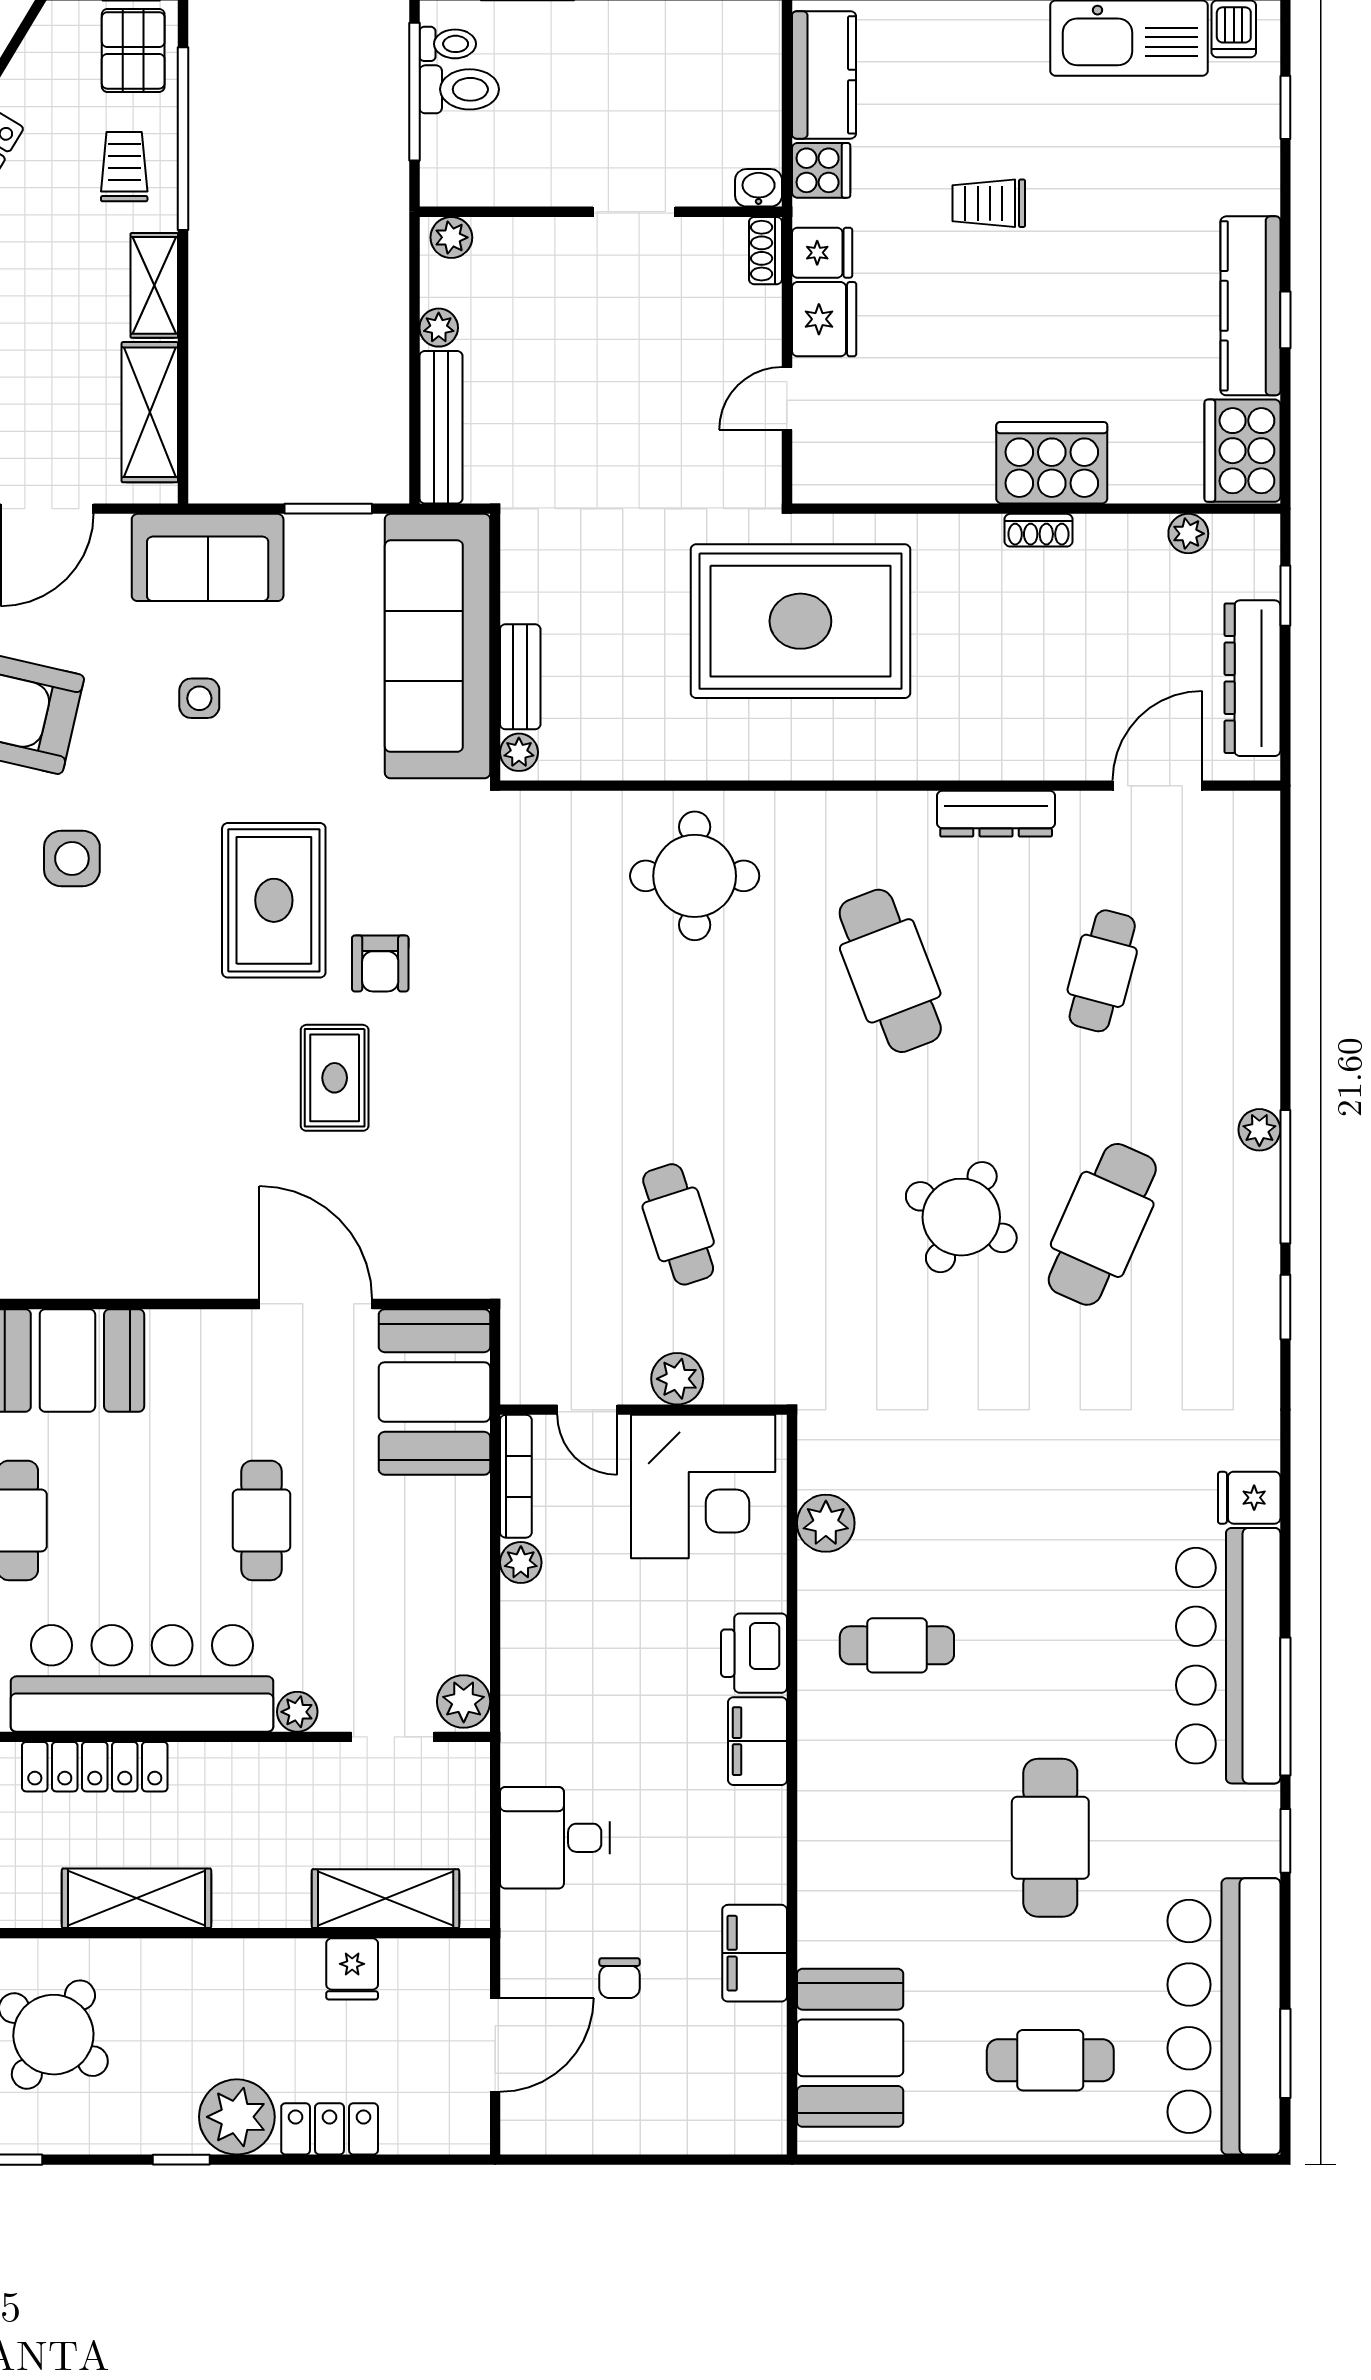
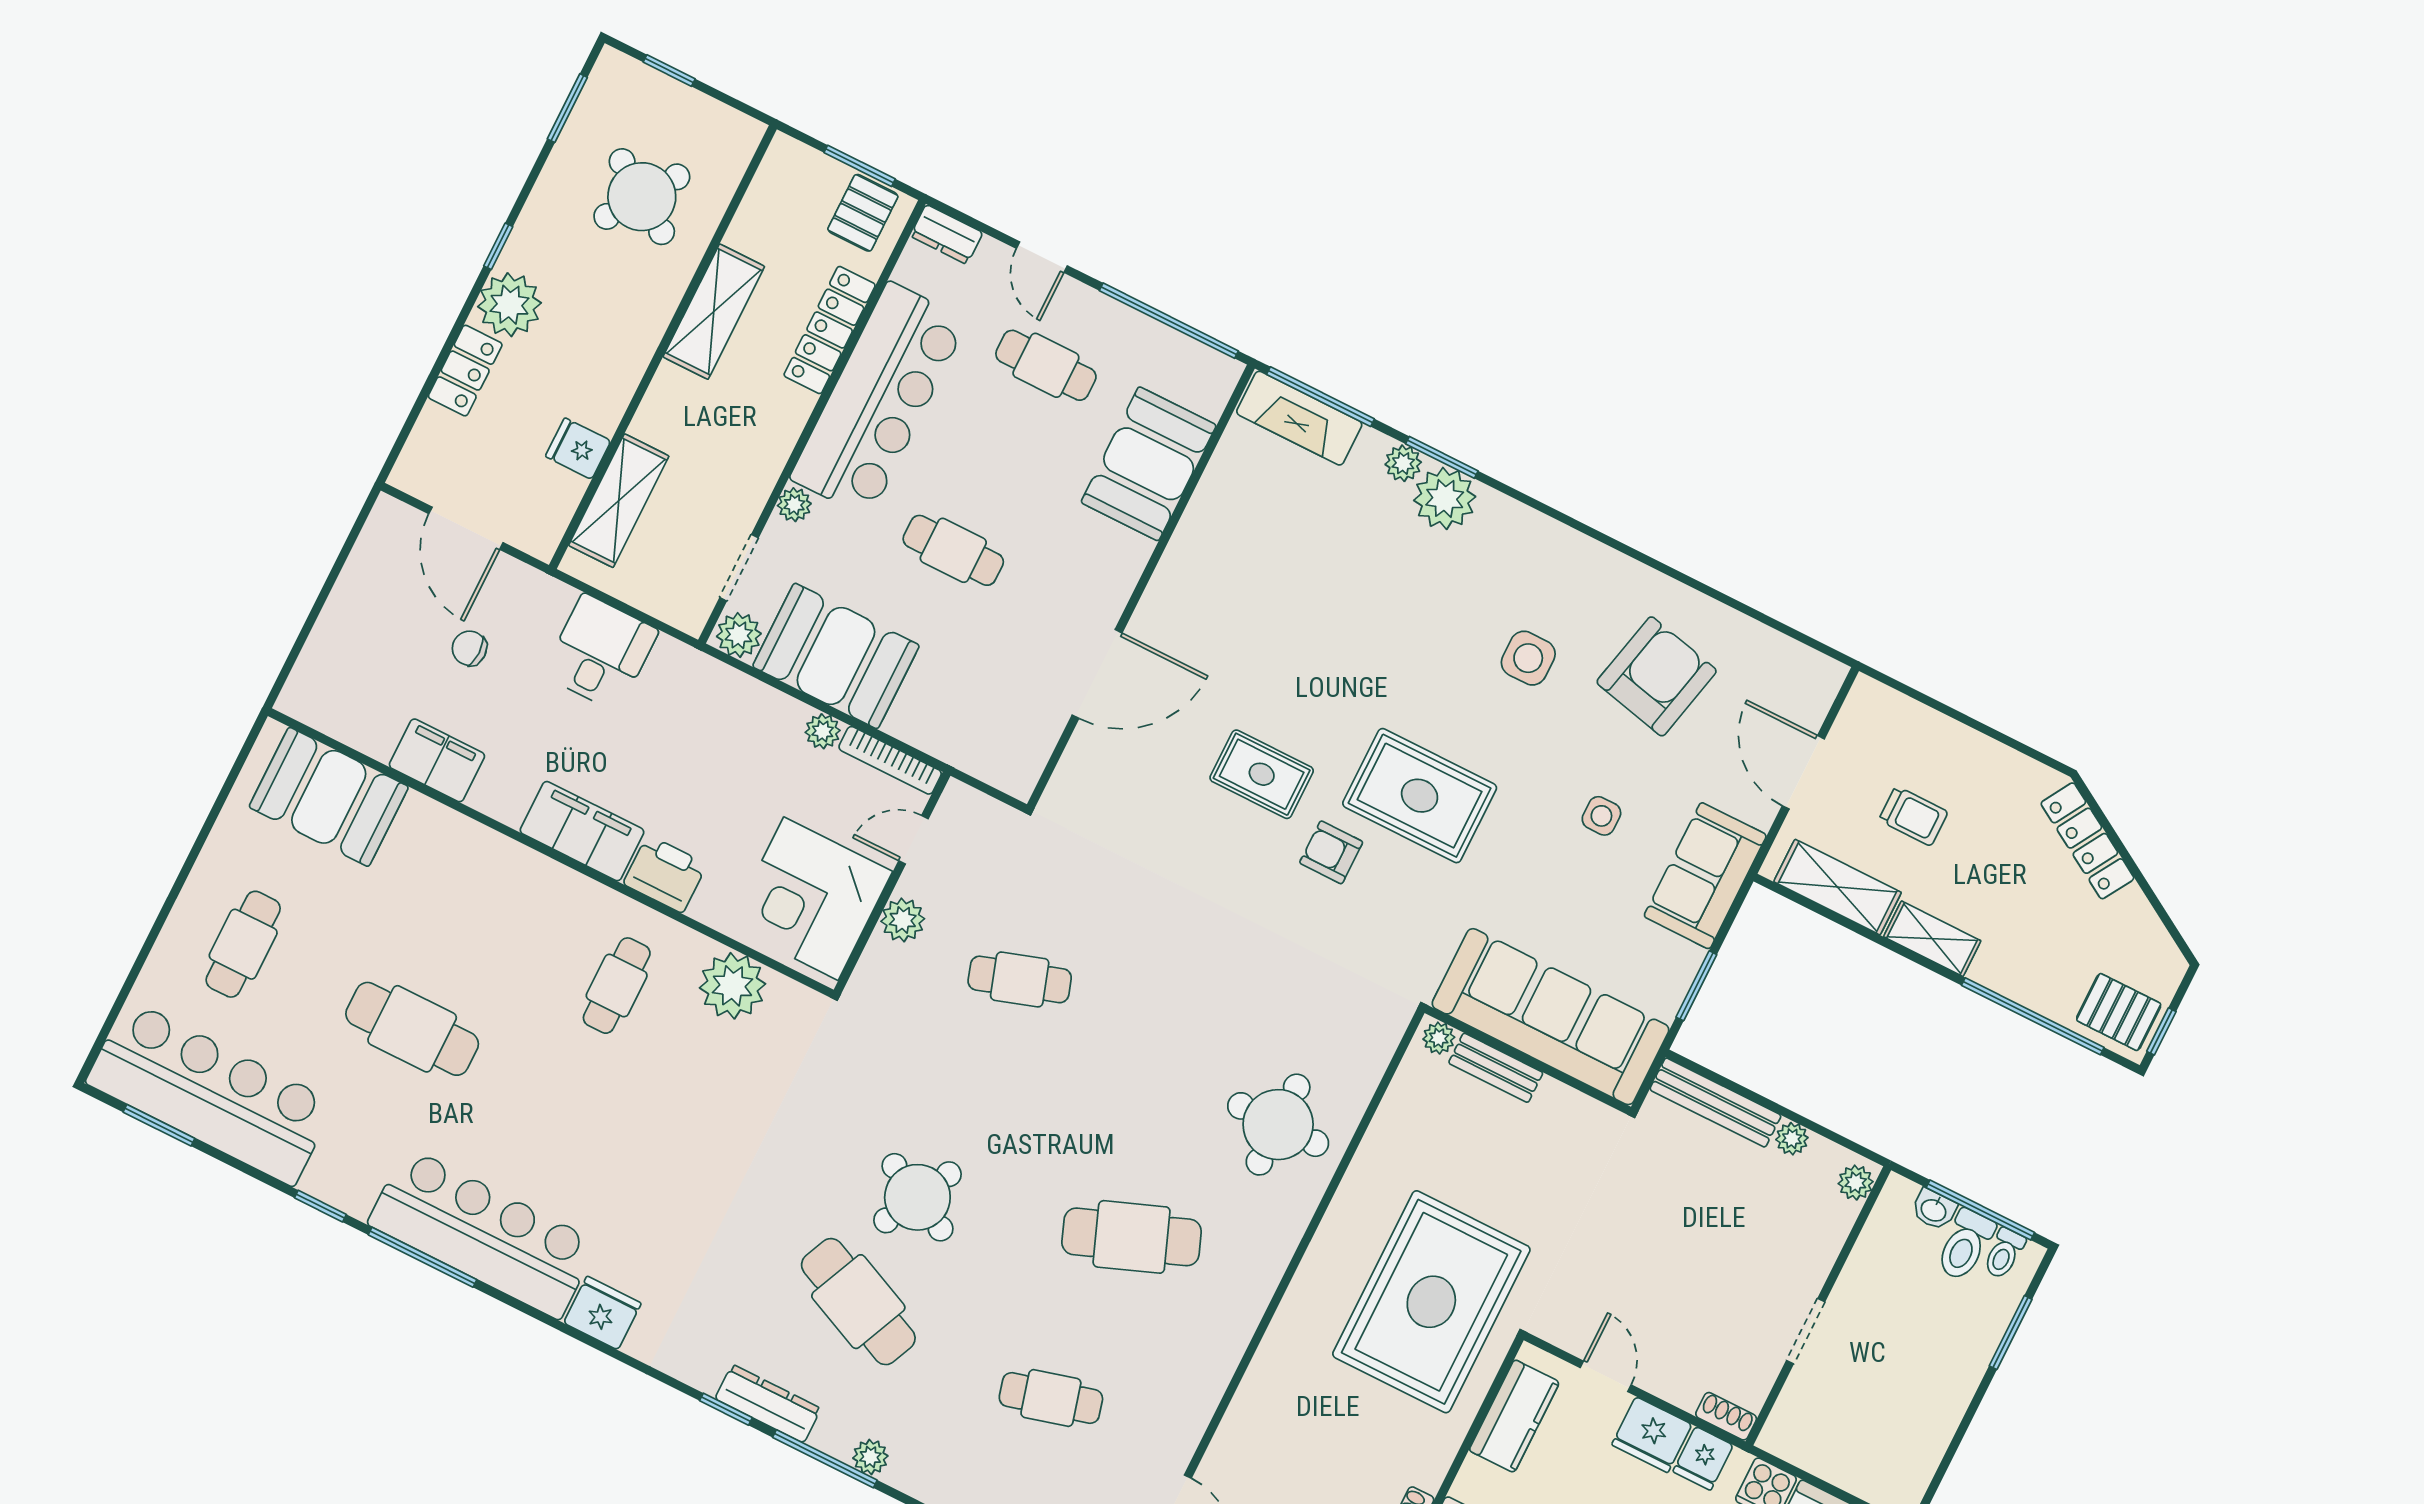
trolley: (124, 167) -> (1913, 816), moved
washbasin: (759, 188) -> (1934, 1210), moved, turned 90
kitchen counter: (877, 474) -> (1514, 1416), added
dresser: (996, 814) -> (768, 1404), moved, turned 90
cafe table: (1102, 971) -> (1051, 1398), turned -30
booth: (434, 1392) -> (836, 656), moved
fridge: (1249, 1498) -> (602, 1313), width x1.38
plant: (826, 1523) -> (732, 986), width x1.36, depth x1.36
filing cabinet: (758, 1741) -> (582, 831), width x1.50, depth x1.17

